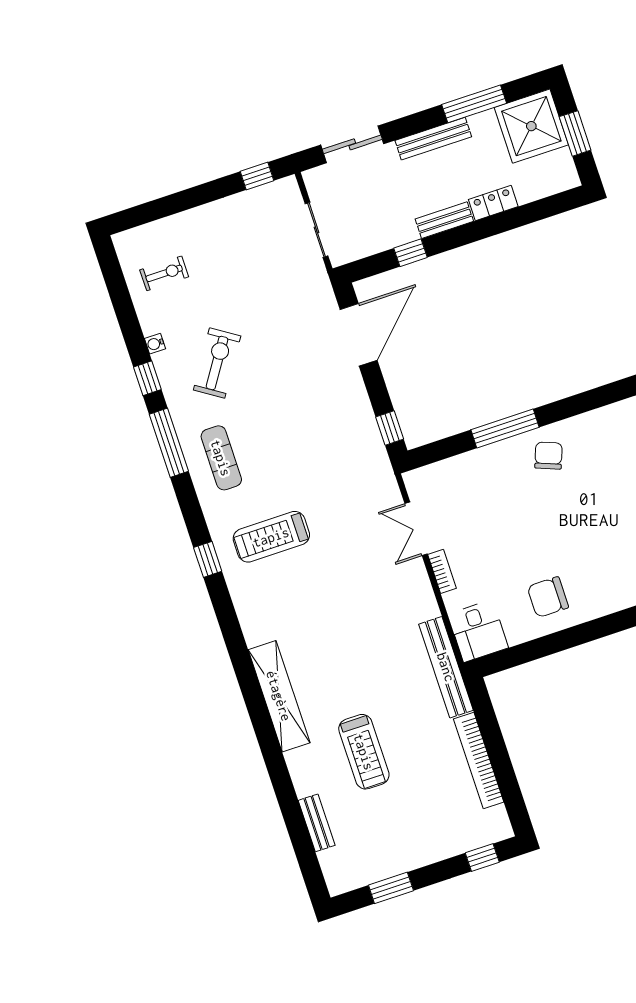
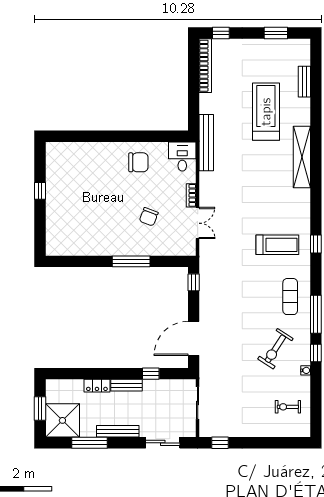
chair: (549, 456) -> (149, 217), moved
treadmill: (364, 752) -> (266, 112), width x1.37, depth x1.37
bookcase: (479, 761) -> (205, 66), moved

